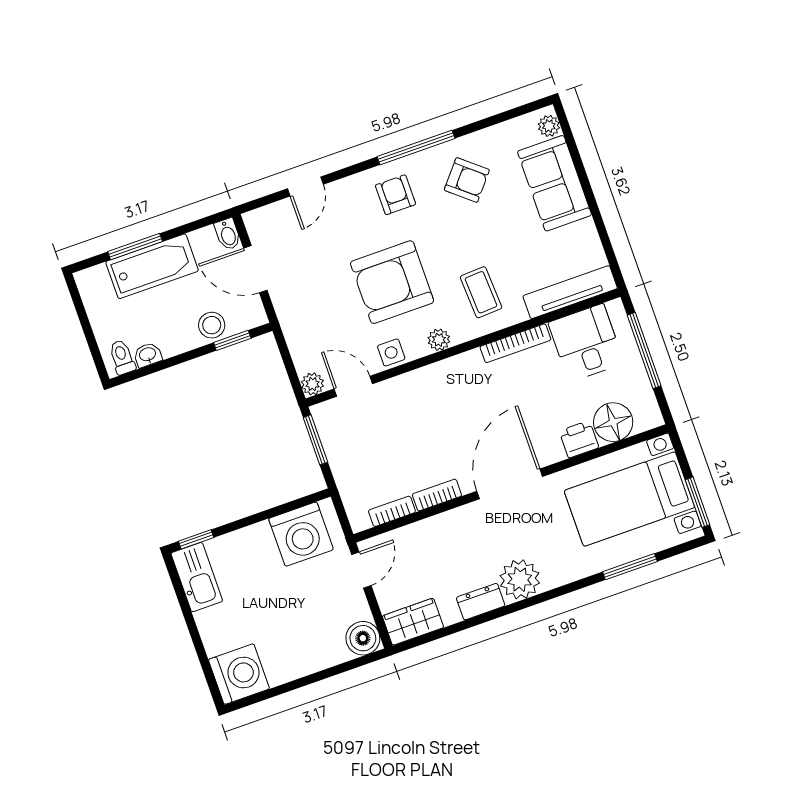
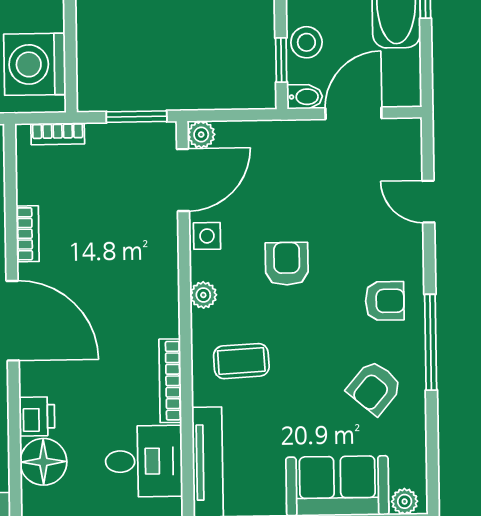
bidet: (228, 234) -> (305, 97), moved, turned 180
armchair: (392, 282) -> (287, 264), width x0.53, depth x0.53
door: (353, 386) -> (183, 180), width x1.38
bookcase: (392, 511) -> (58, 134), moved, turned 90

